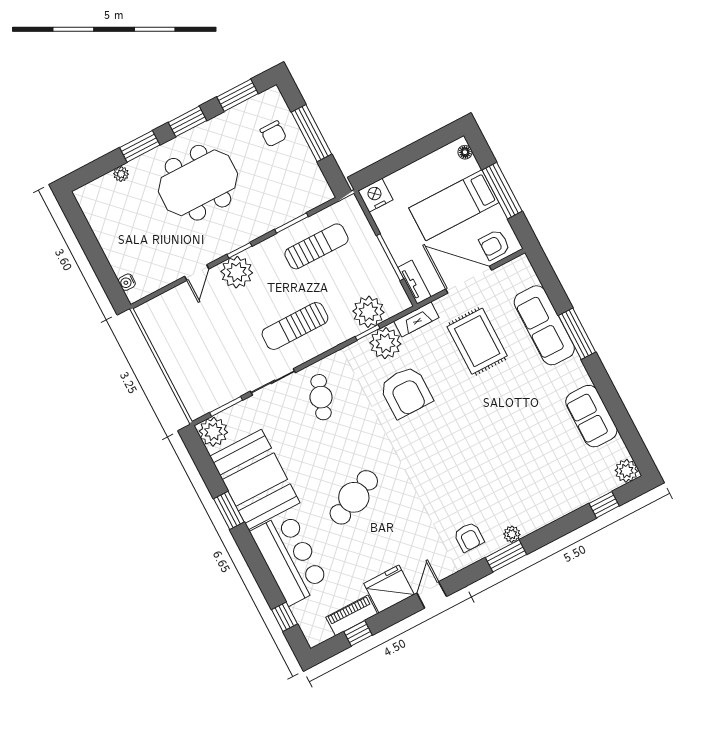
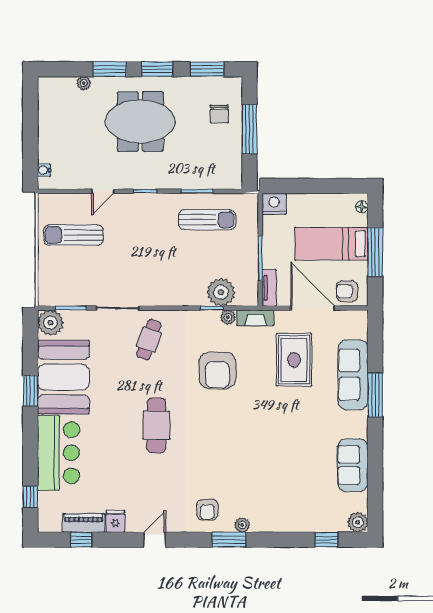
plant: (237, 272) -> (134, 207), removed
sun lounger: (295, 326) -> (73, 235), moved
plant: (385, 343) -> (228, 317), width x0.53, depth x0.53
cafe table: (354, 497) -> (156, 425), moved, turned -66
fridge: (389, 589) -> (115, 521), width x0.53, depth x0.75

